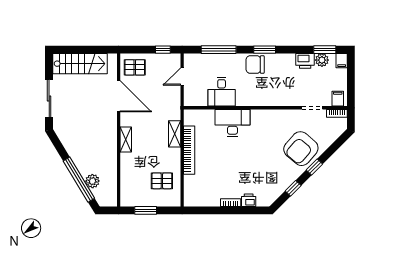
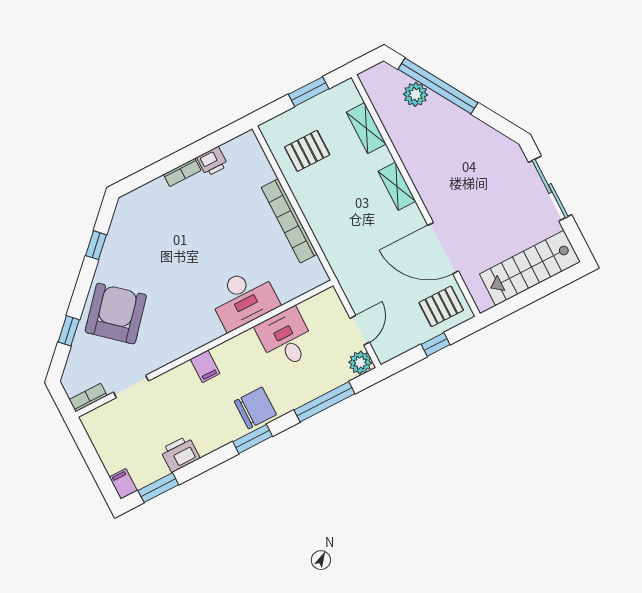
window: (163, 50) -> (436, 344), moved
plant: (322, 60) -> (360, 363), moved
filing cabinet: (338, 99) -> (205, 366), moved
shelving: (175, 134) -> (366, 128), moved
window: (314, 167) -> (69, 331), moved
printer: (249, 200) -> (212, 161), moved

